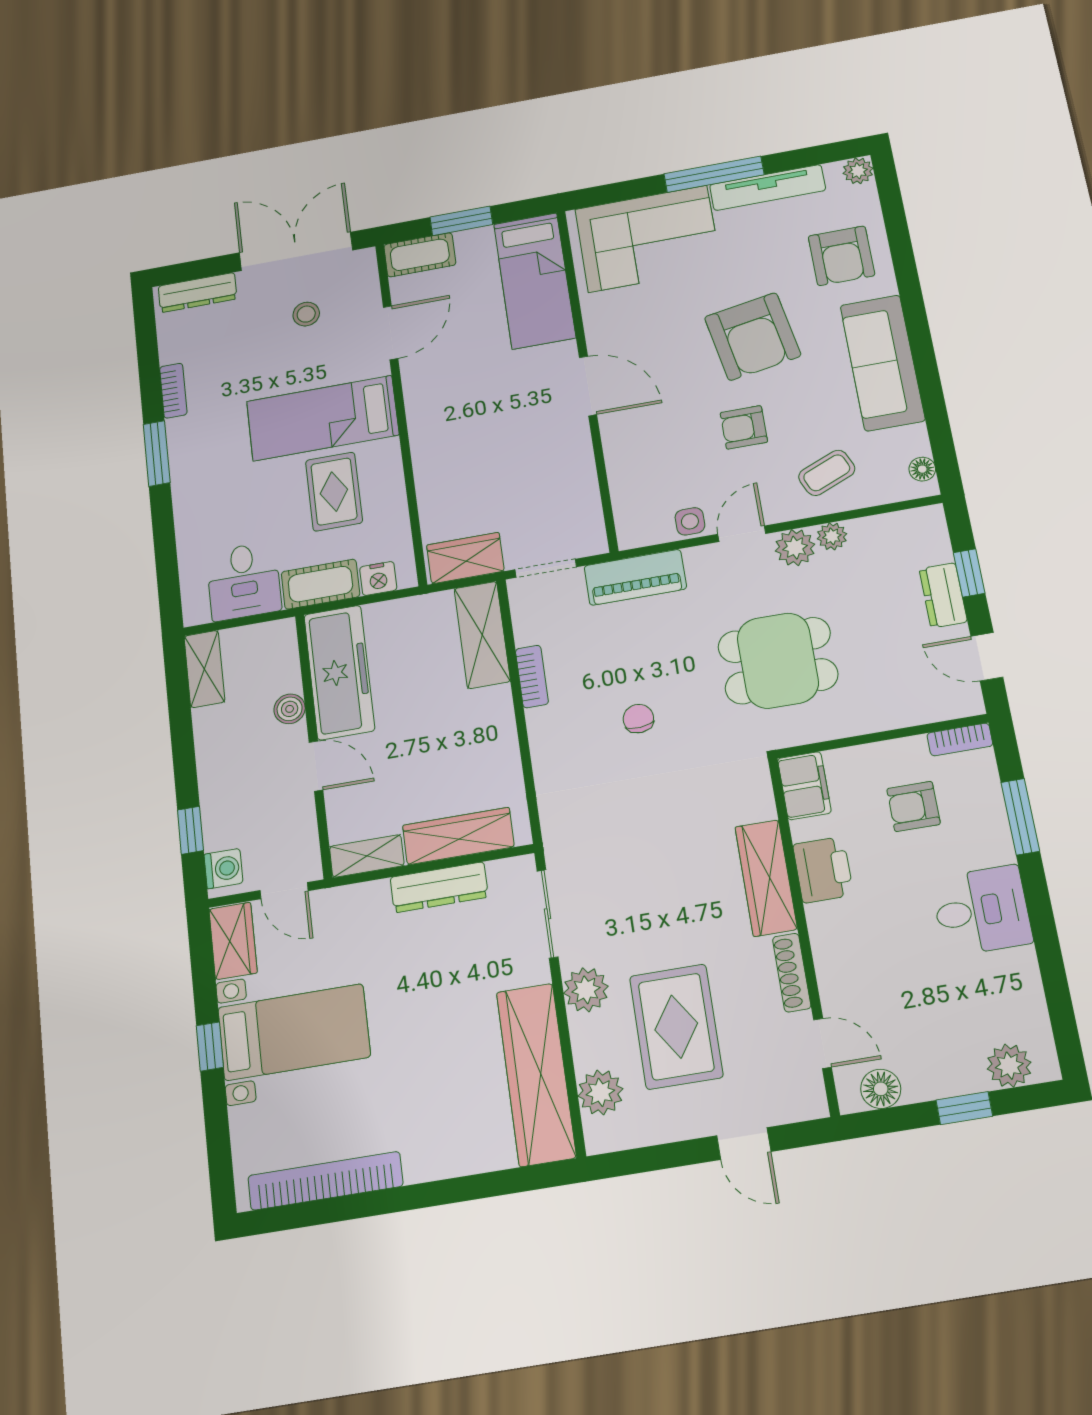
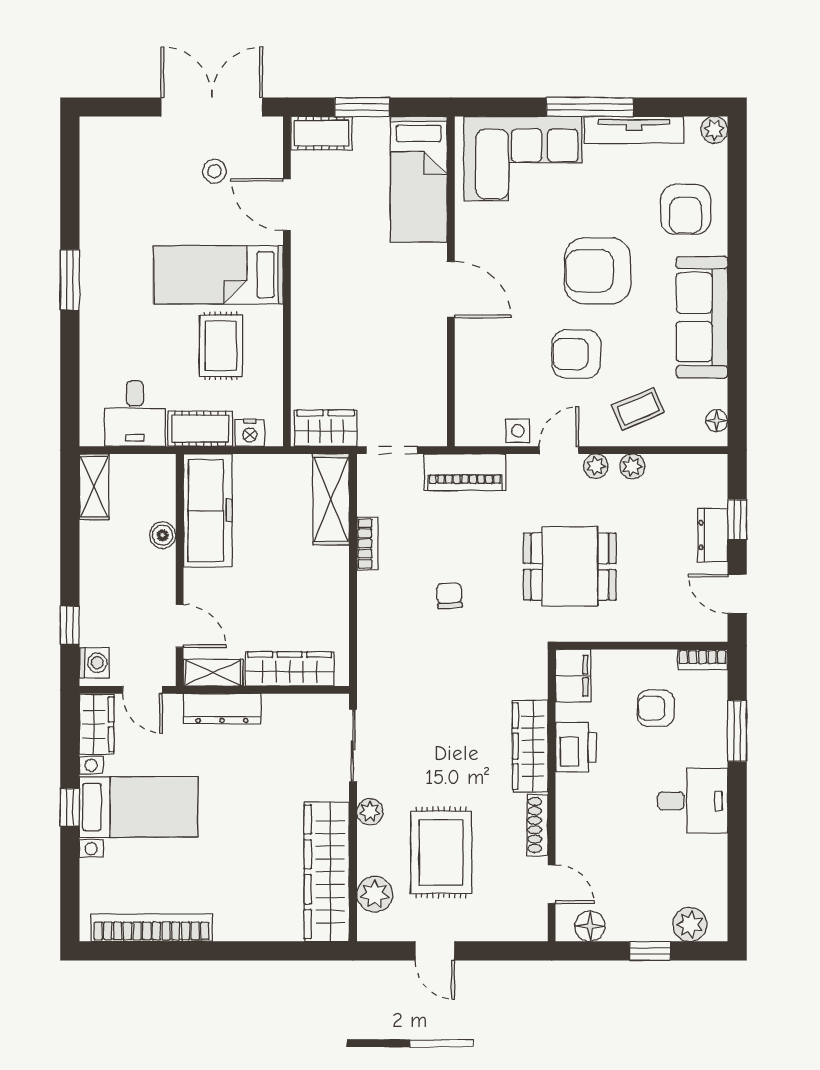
dresser: (198, 293) -> (120, 130), removed
door: (391, 333) -> (287, 205), swing flipped
armchair: (753, 336) -> (597, 271), turned 100
bookcase: (173, 391) -> (90, 222), removed
armchair: (744, 427) -> (576, 354), width x1.38, depth x1.38
plant: (795, 548) -> (596, 466), width x0.73, depth x0.73
door: (316, 766) -> (180, 626), moved
dresser: (439, 887) -> (222, 709), moved
plant: (586, 990) -> (370, 812), width x0.73, depth x0.73
door: (744, 1144) -> (435, 951), moved

